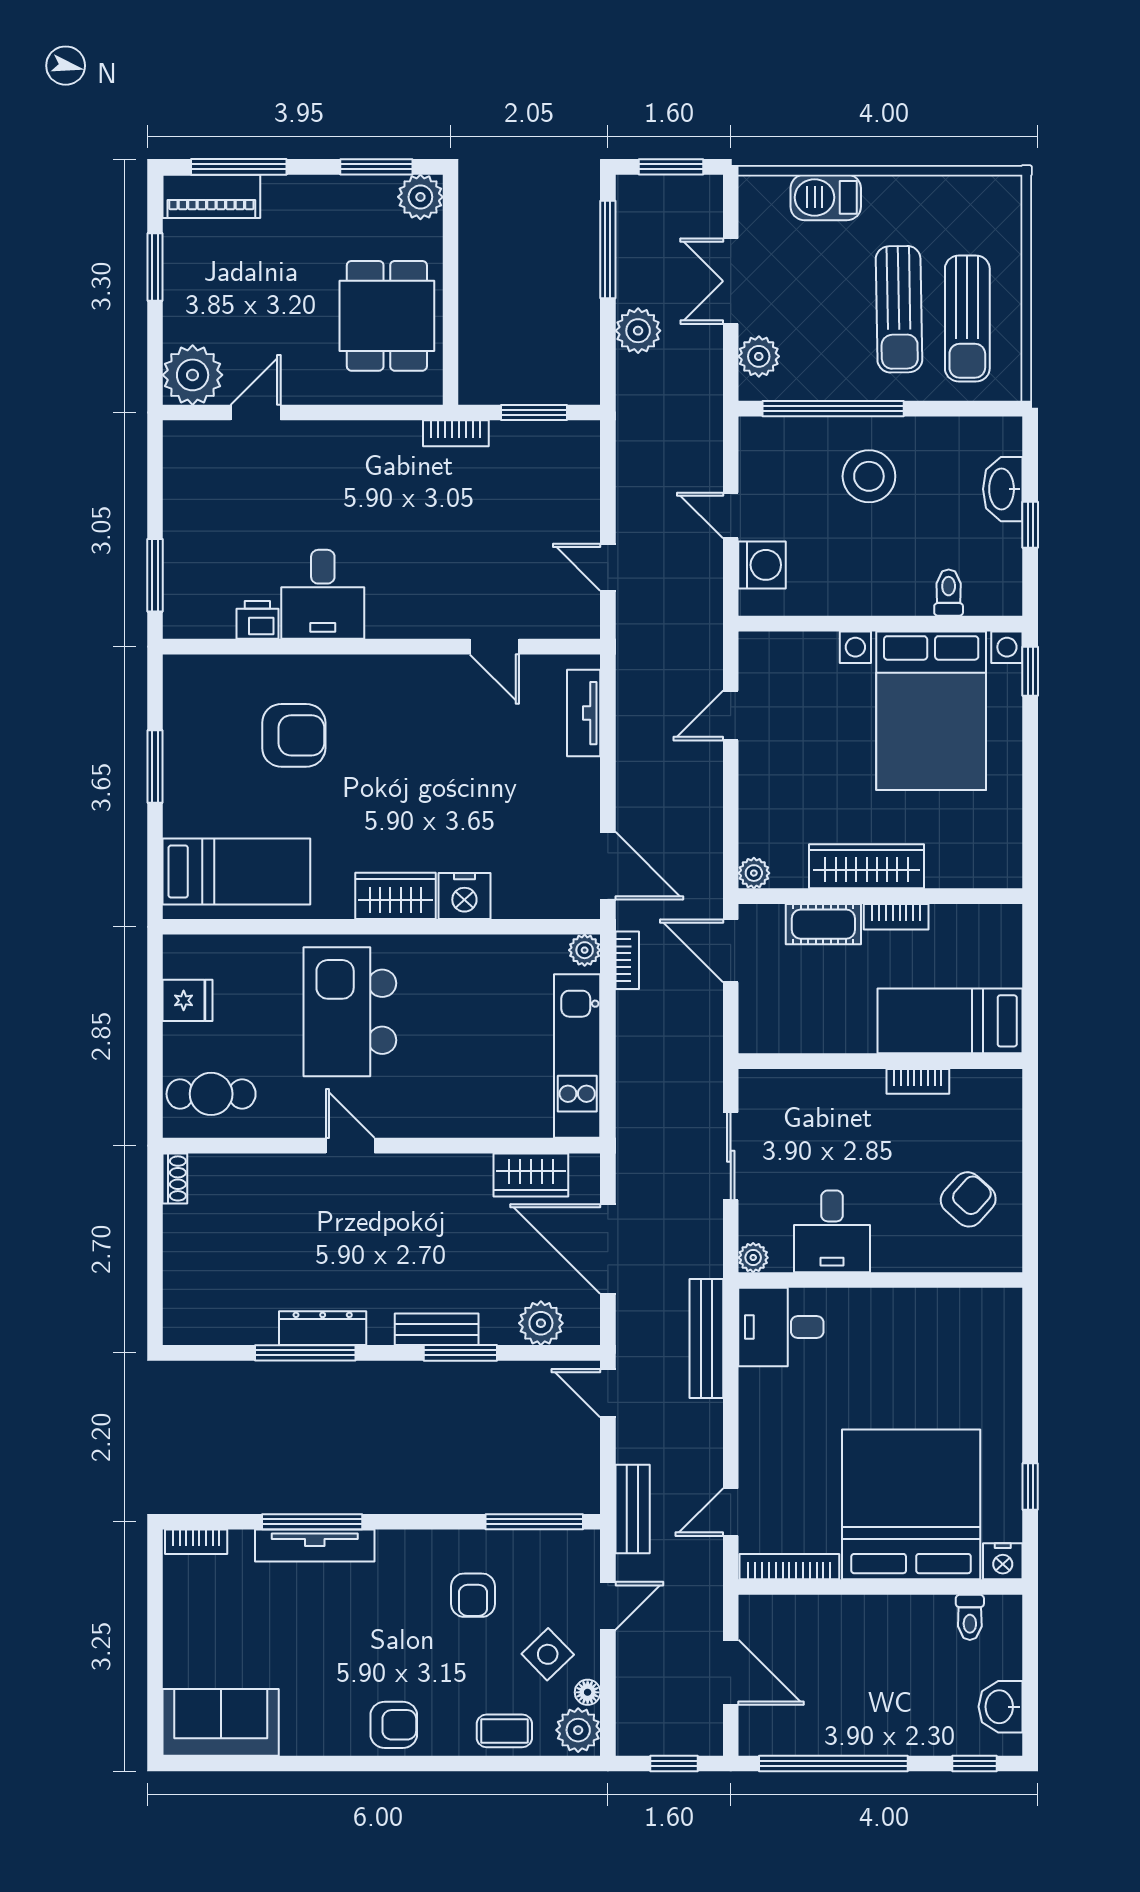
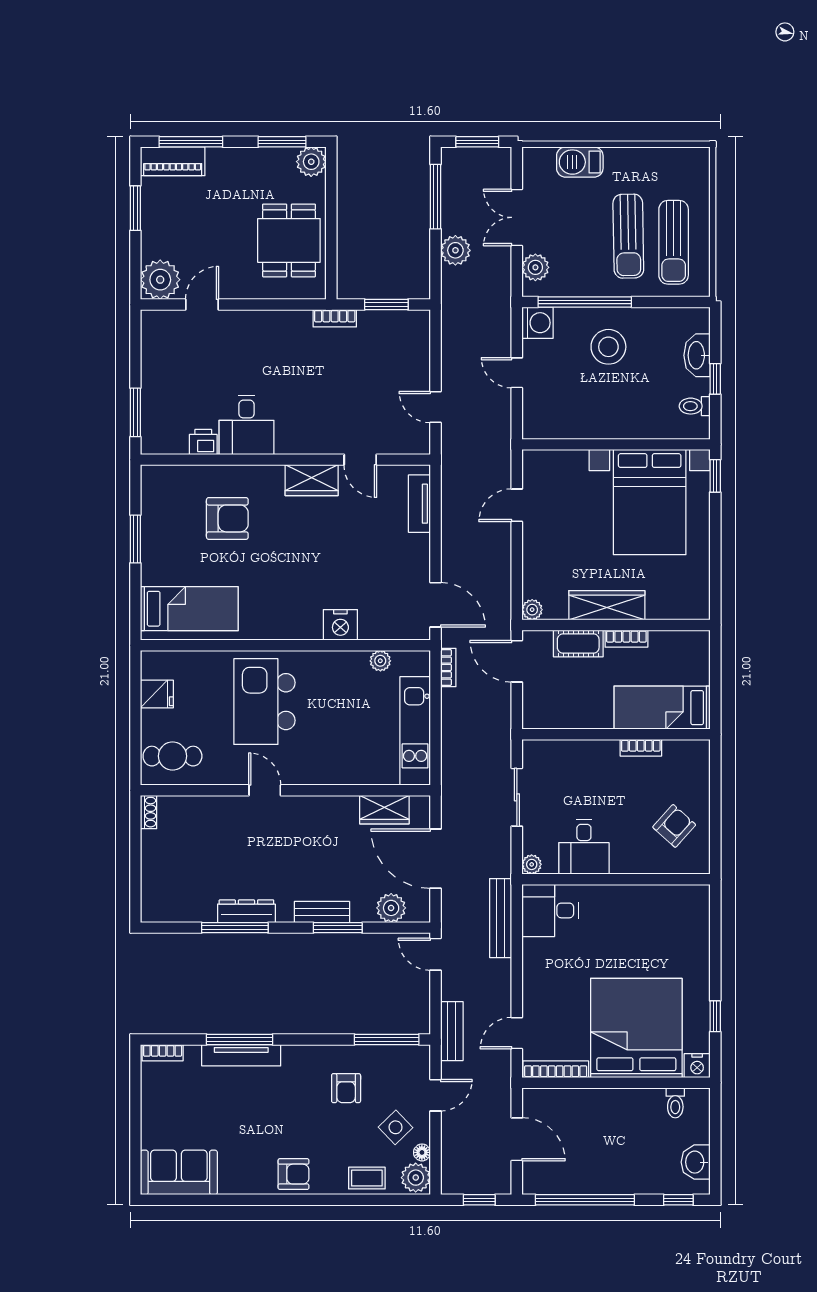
washing machine: (762, 565) -> (538, 323), moved
toilet: (949, 593) -> (695, 406), moved, turned -90
wardrobe: (396, 896) -> (312, 480), moved, turned 180
plant: (585, 950) -> (380, 661), moved

